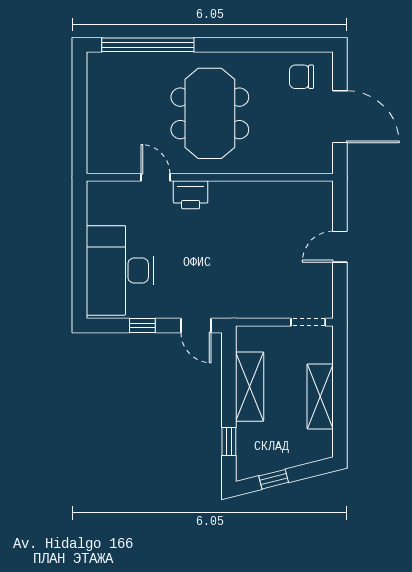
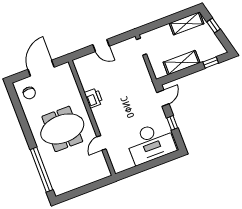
printer: (191, 195) -> (94, 98), moved
shelving: (320, 396) -> (187, 23), moved
window: (274, 479) -> (213, 26), moved

